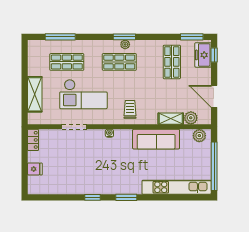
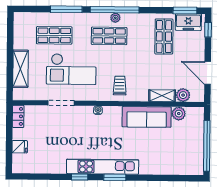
window: (60, 37) -> (66, 9), moved
window: (124, 37) -> (115, 10), width x2.11
freezer: (203, 55) -> (188, 22), moved, turned -90
plant: (199, 136) -> (179, 114), moved
kitchen unit: (177, 187) -> (103, 167), moved

